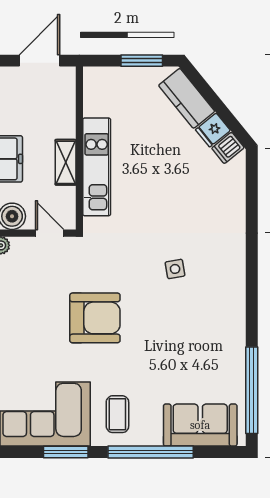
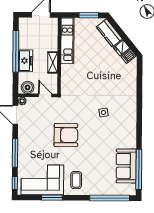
kitchen unit: (97, 167) -> (67, 41), moved
sofa: (200, 425) -> (126, 166), moved, turned -90
window: (151, 452) -> (110, 198), moved

